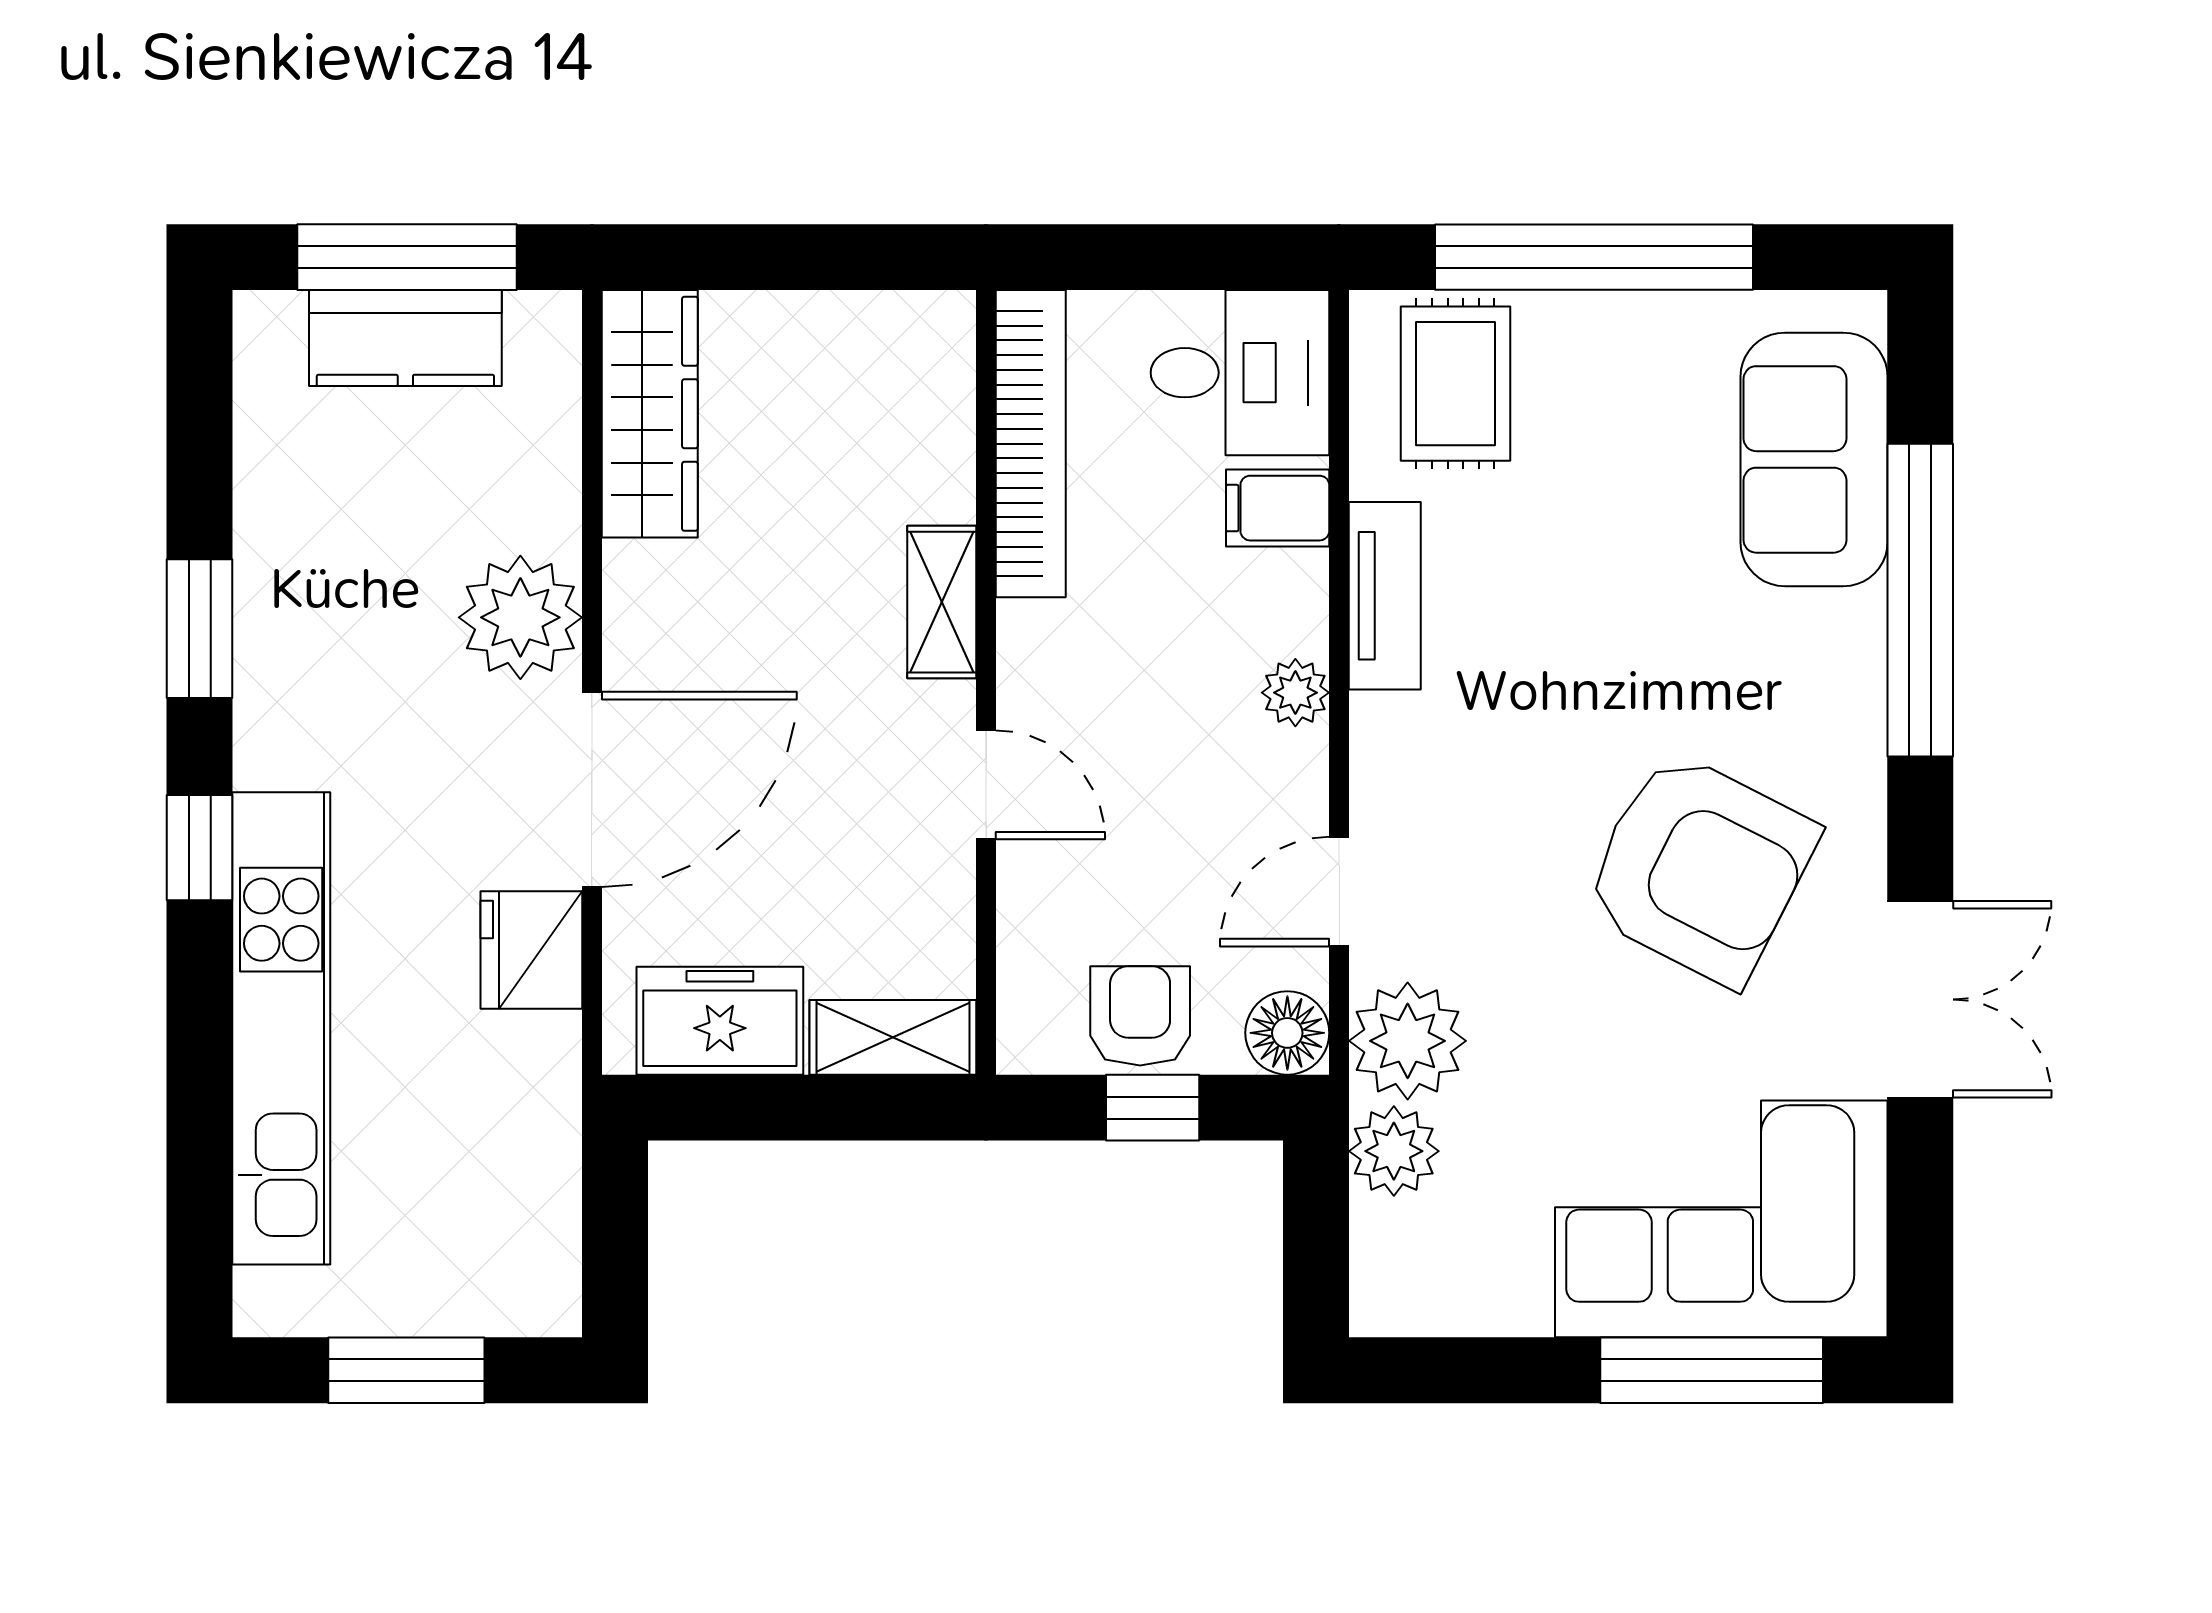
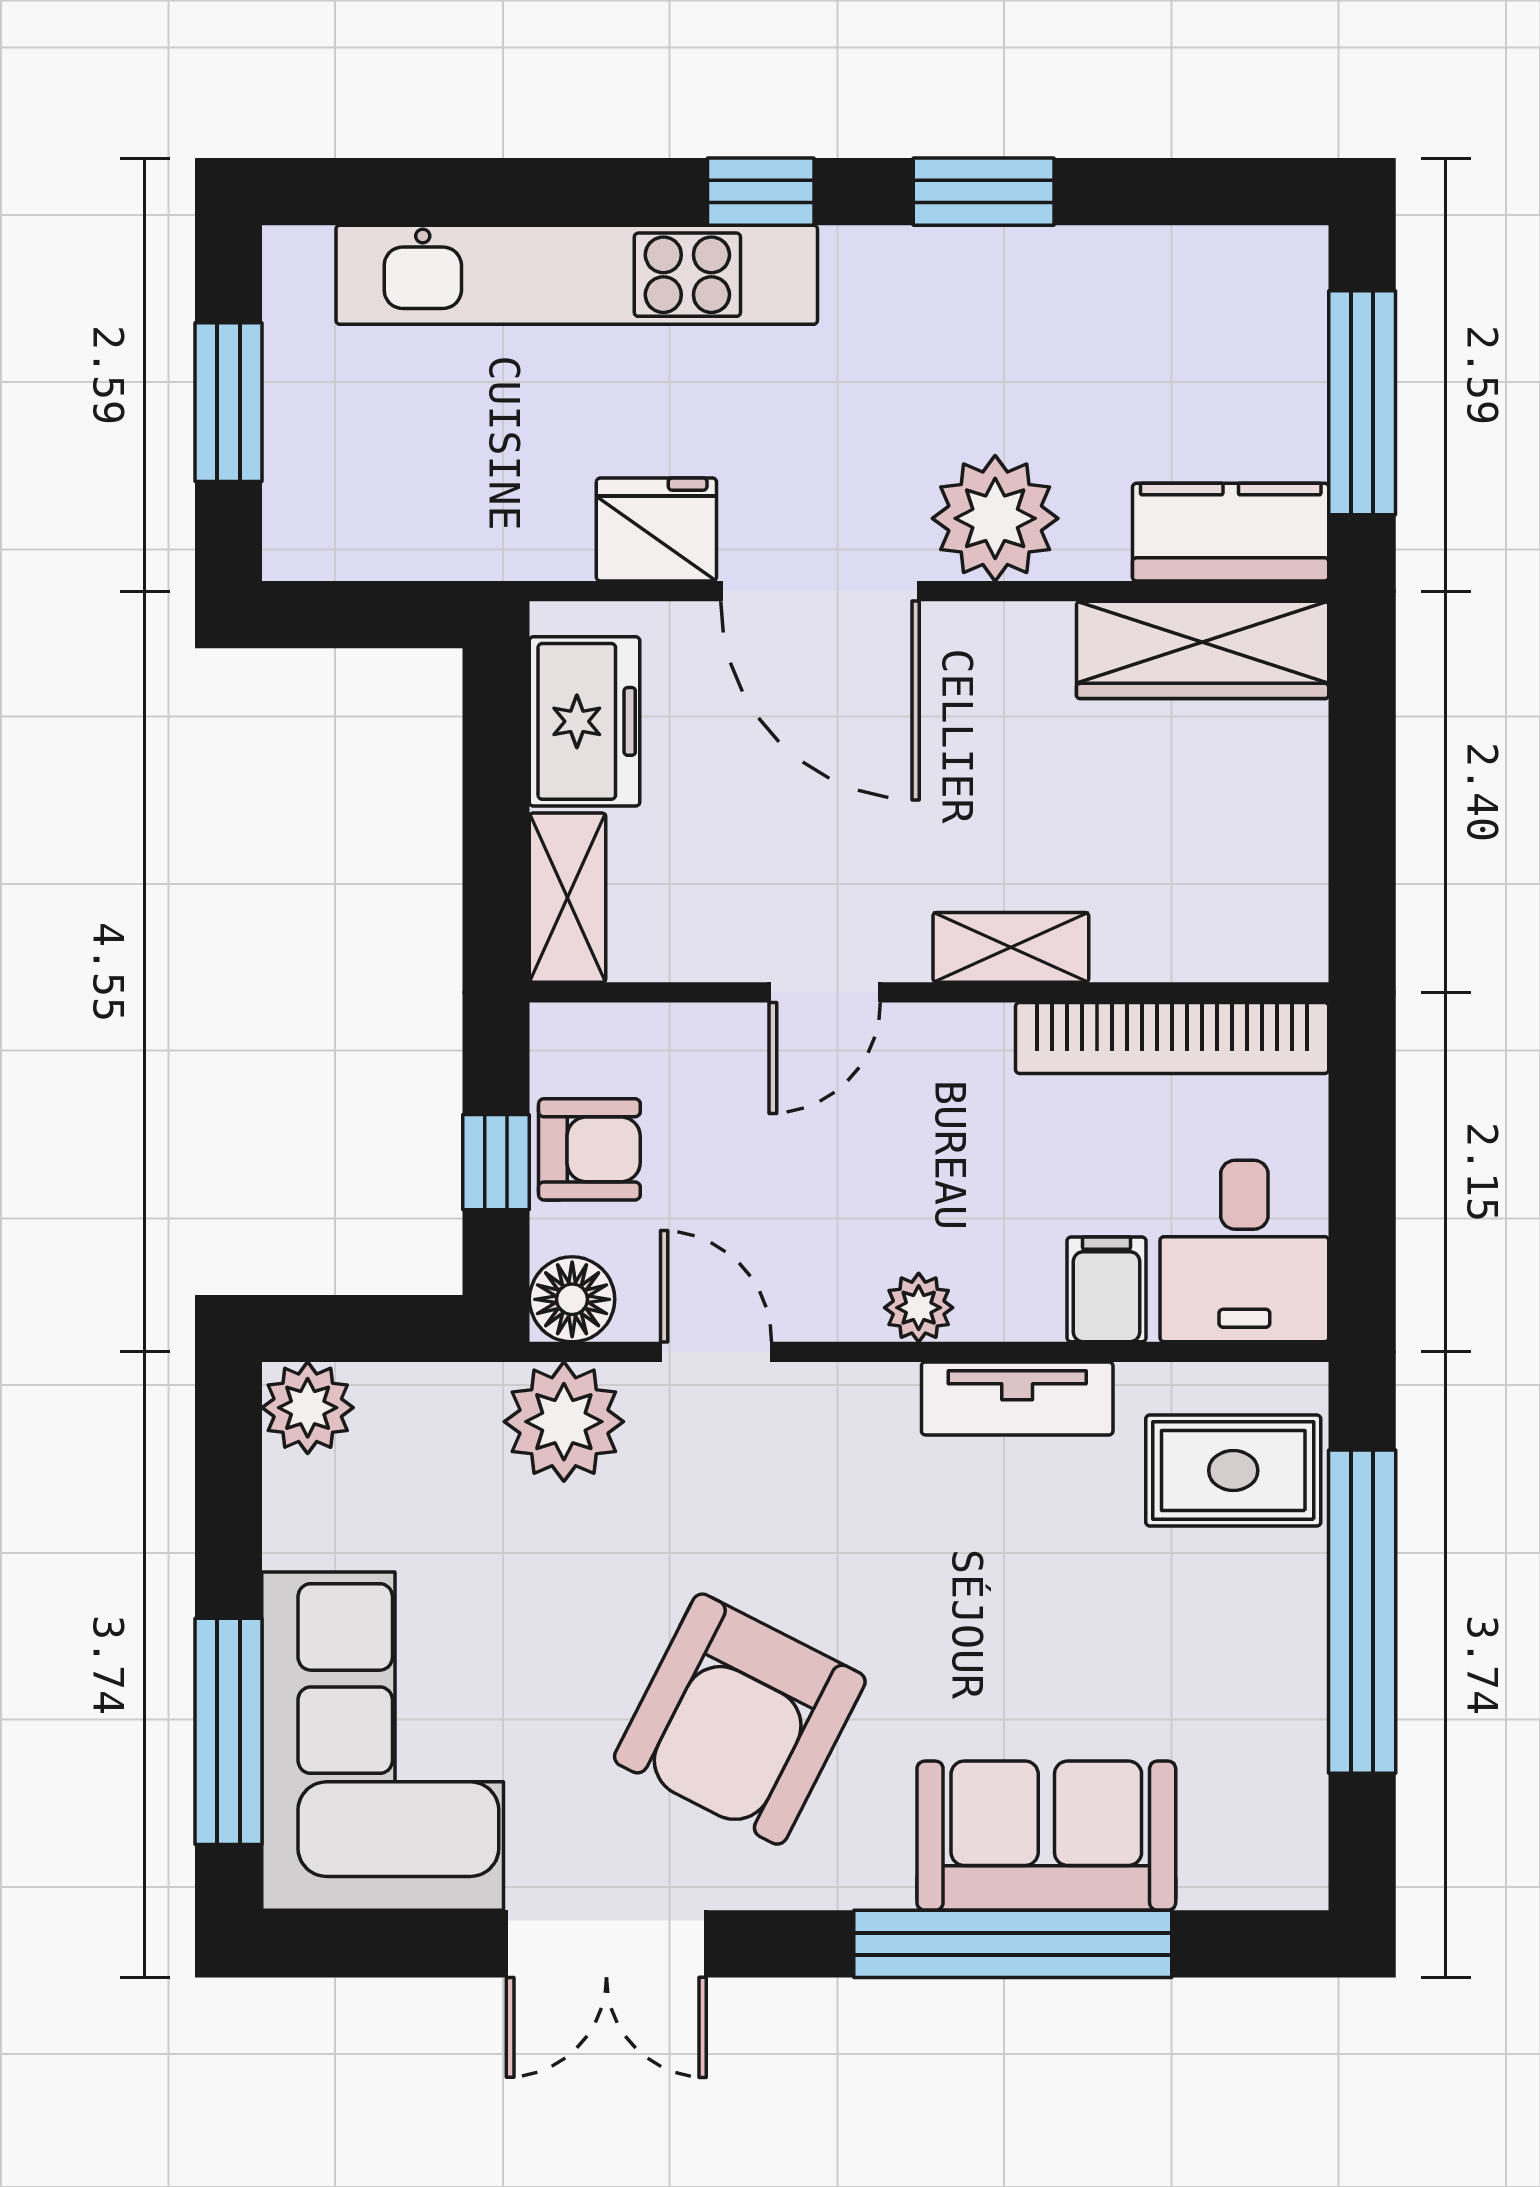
kitchen counter: (405, 338) -> (1231, 532), moved, turned 90
sofa: (1814, 459) -> (1046, 1836), moved
plant: (1394, 1151) -> (308, 1408), moved

